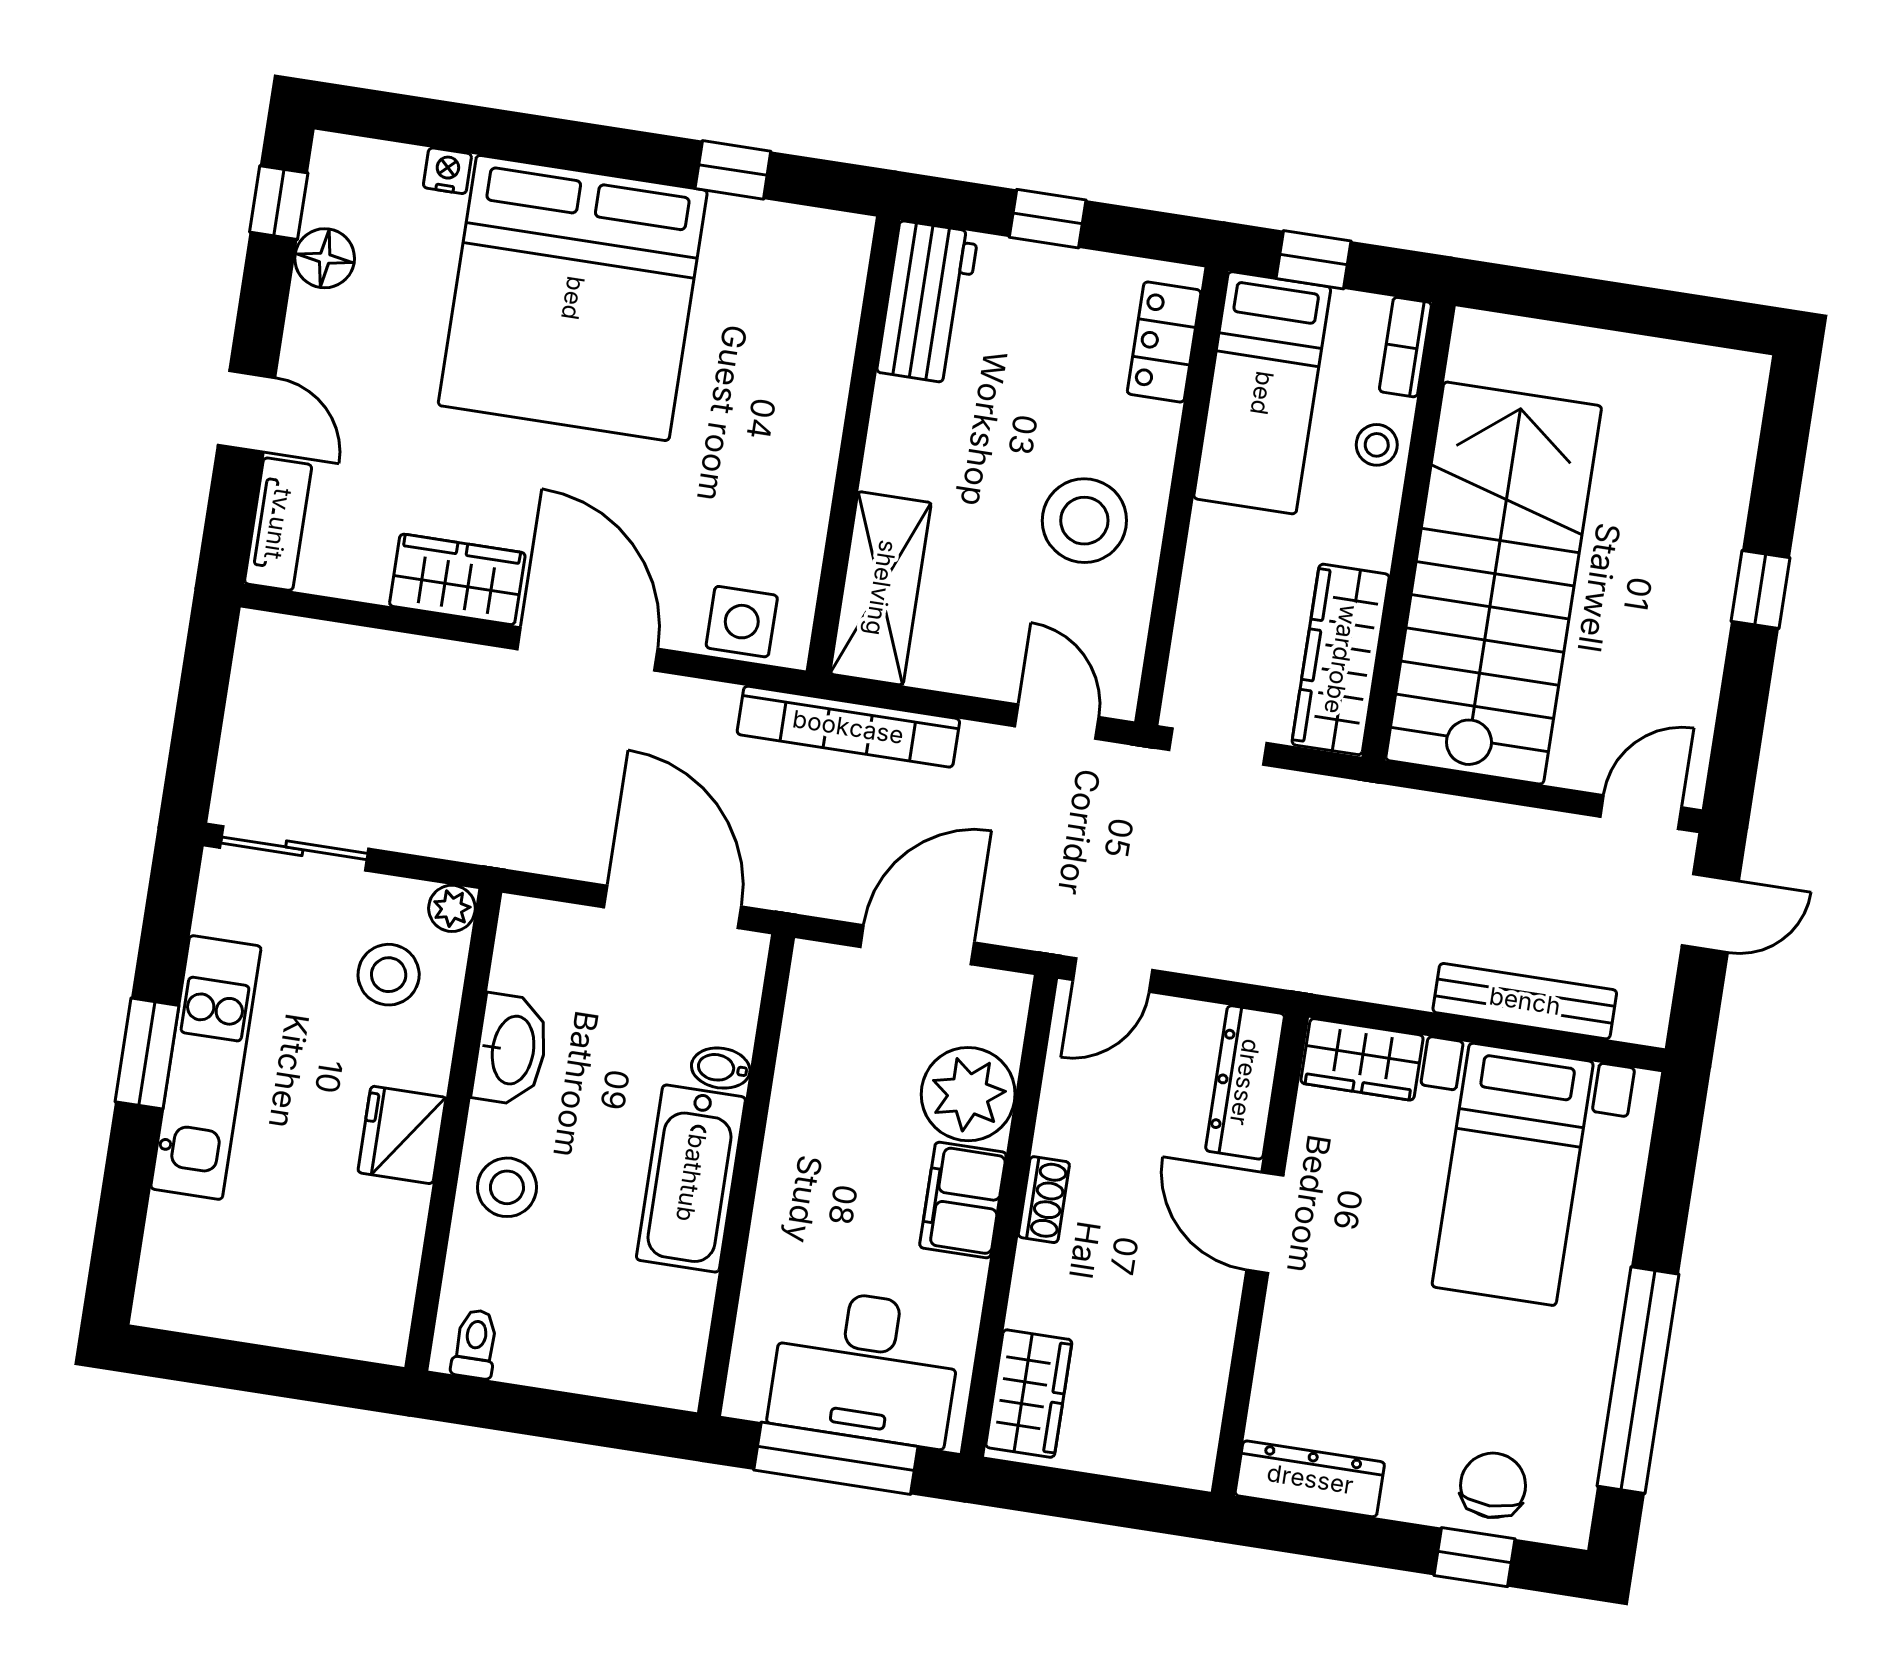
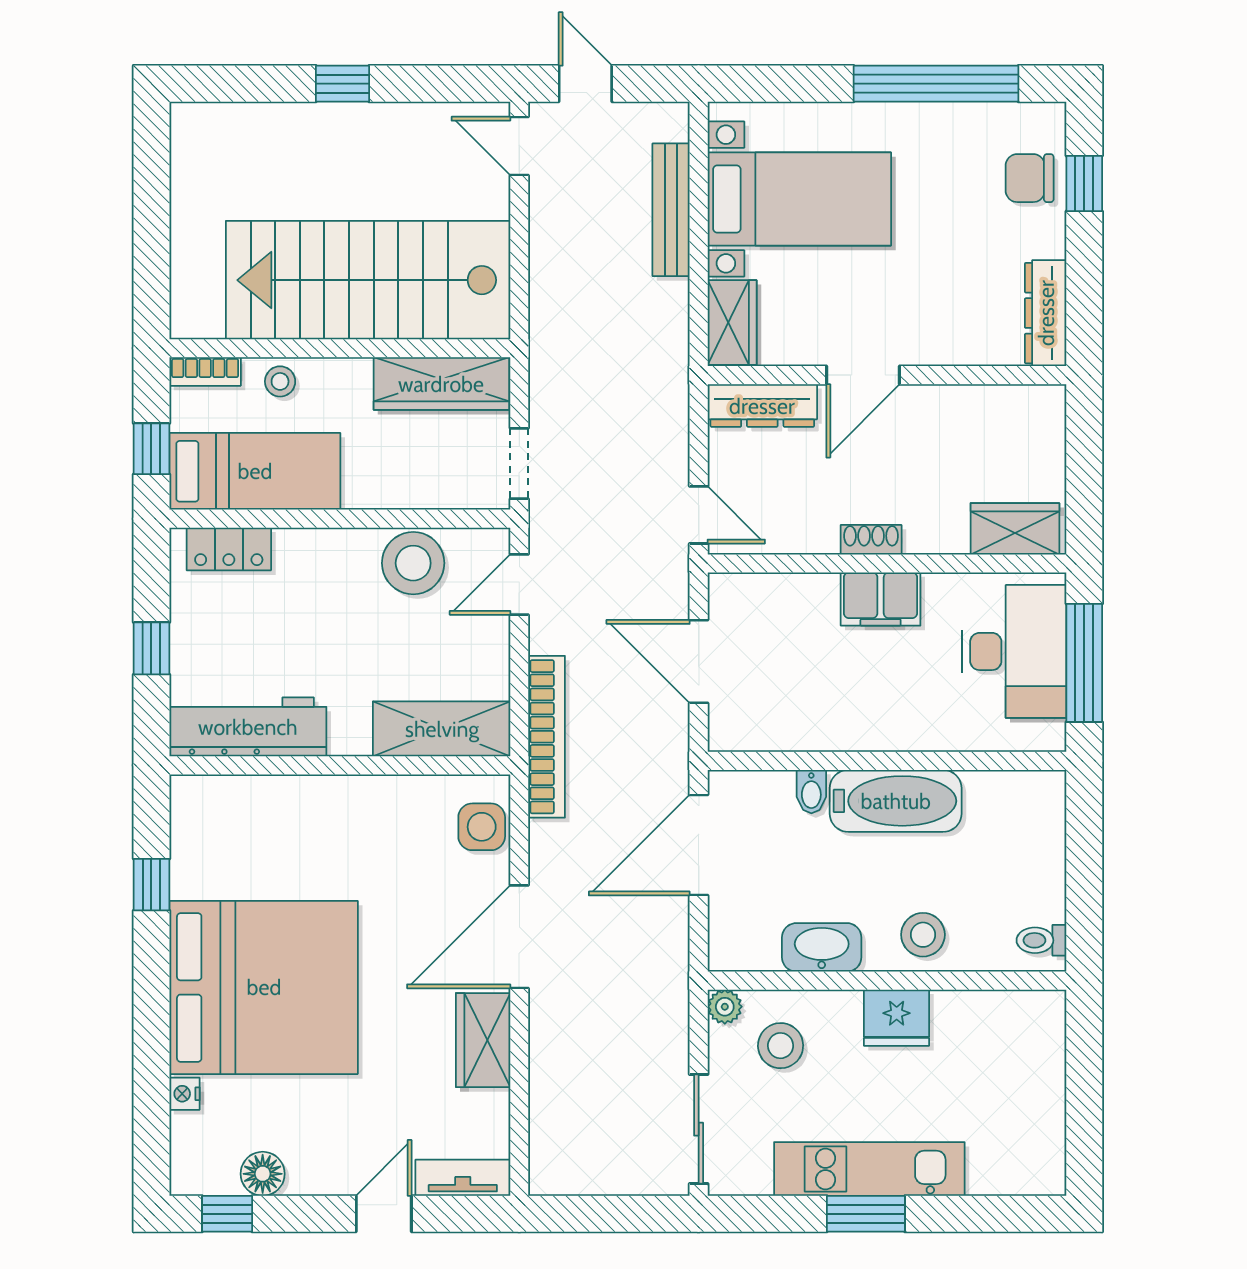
workbench: (928, 302) -> (248, 727), width x1.38
stool: (1084, 521) -> (413, 563), moved
plant: (968, 1094) -> (802, 607), removed

